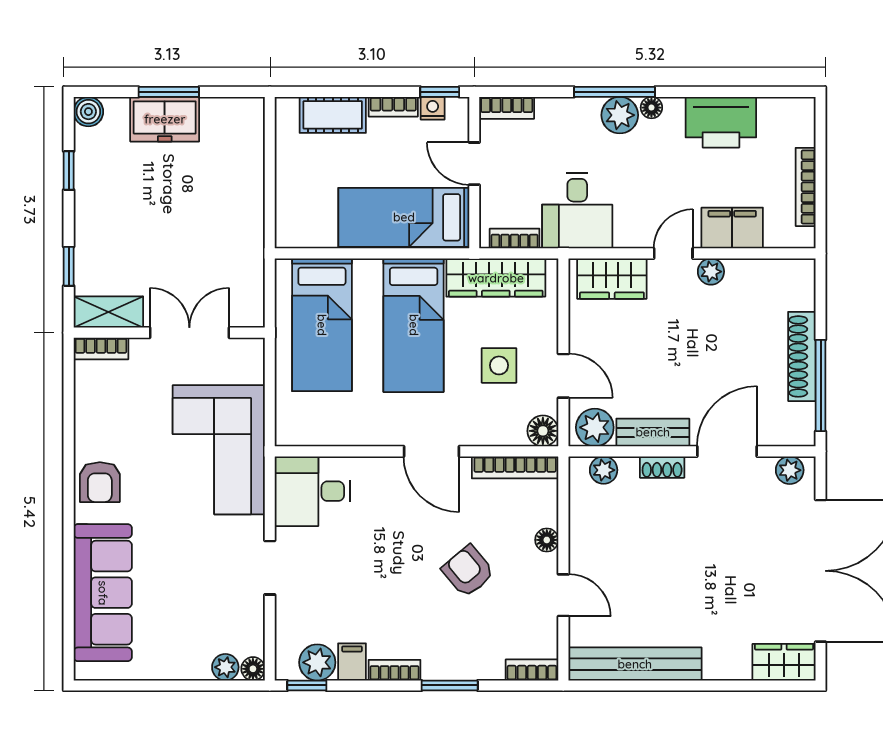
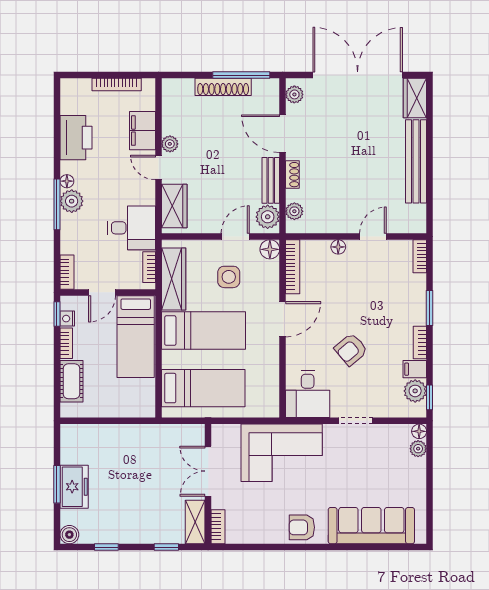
armchair: (100, 482) -> (302, 527), turned 180
armchair: (468, 571) -> (351, 349), moved
bench: (635, 664) -> (416, 161), moved

